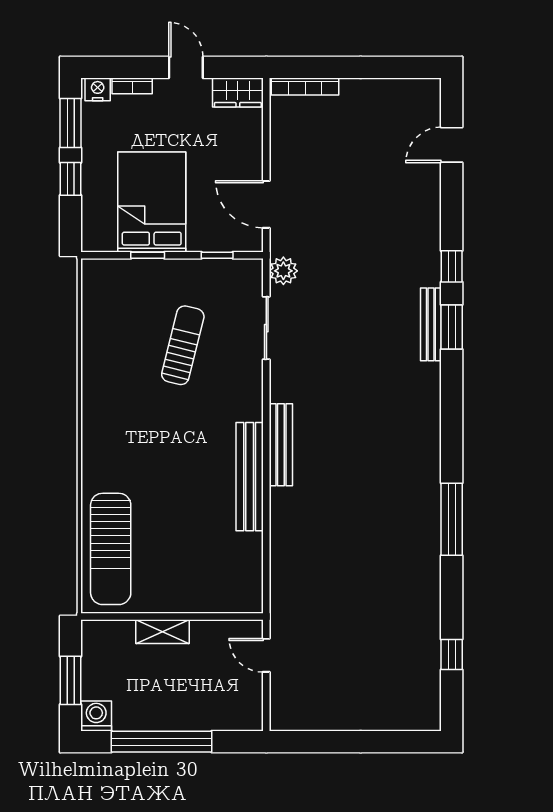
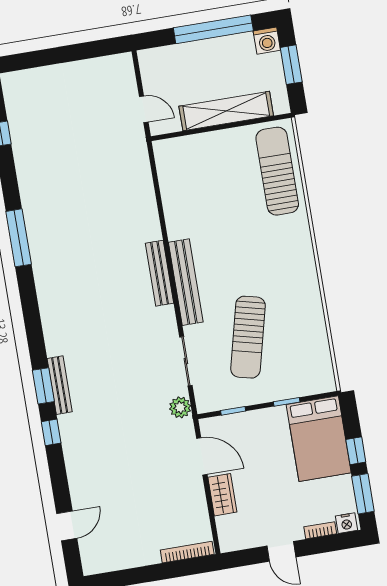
wardrobe: (238, 93) -> (222, 495), moved, turned 90
bed: (152, 202) -> (319, 439), moved
sun lounger: (183, 345) -> (248, 337), width x1.36, depth x1.34
bench: (250, 477) -> (186, 282), moved
shelving: (162, 632) -> (226, 111), width x2.20, depth x1.33

